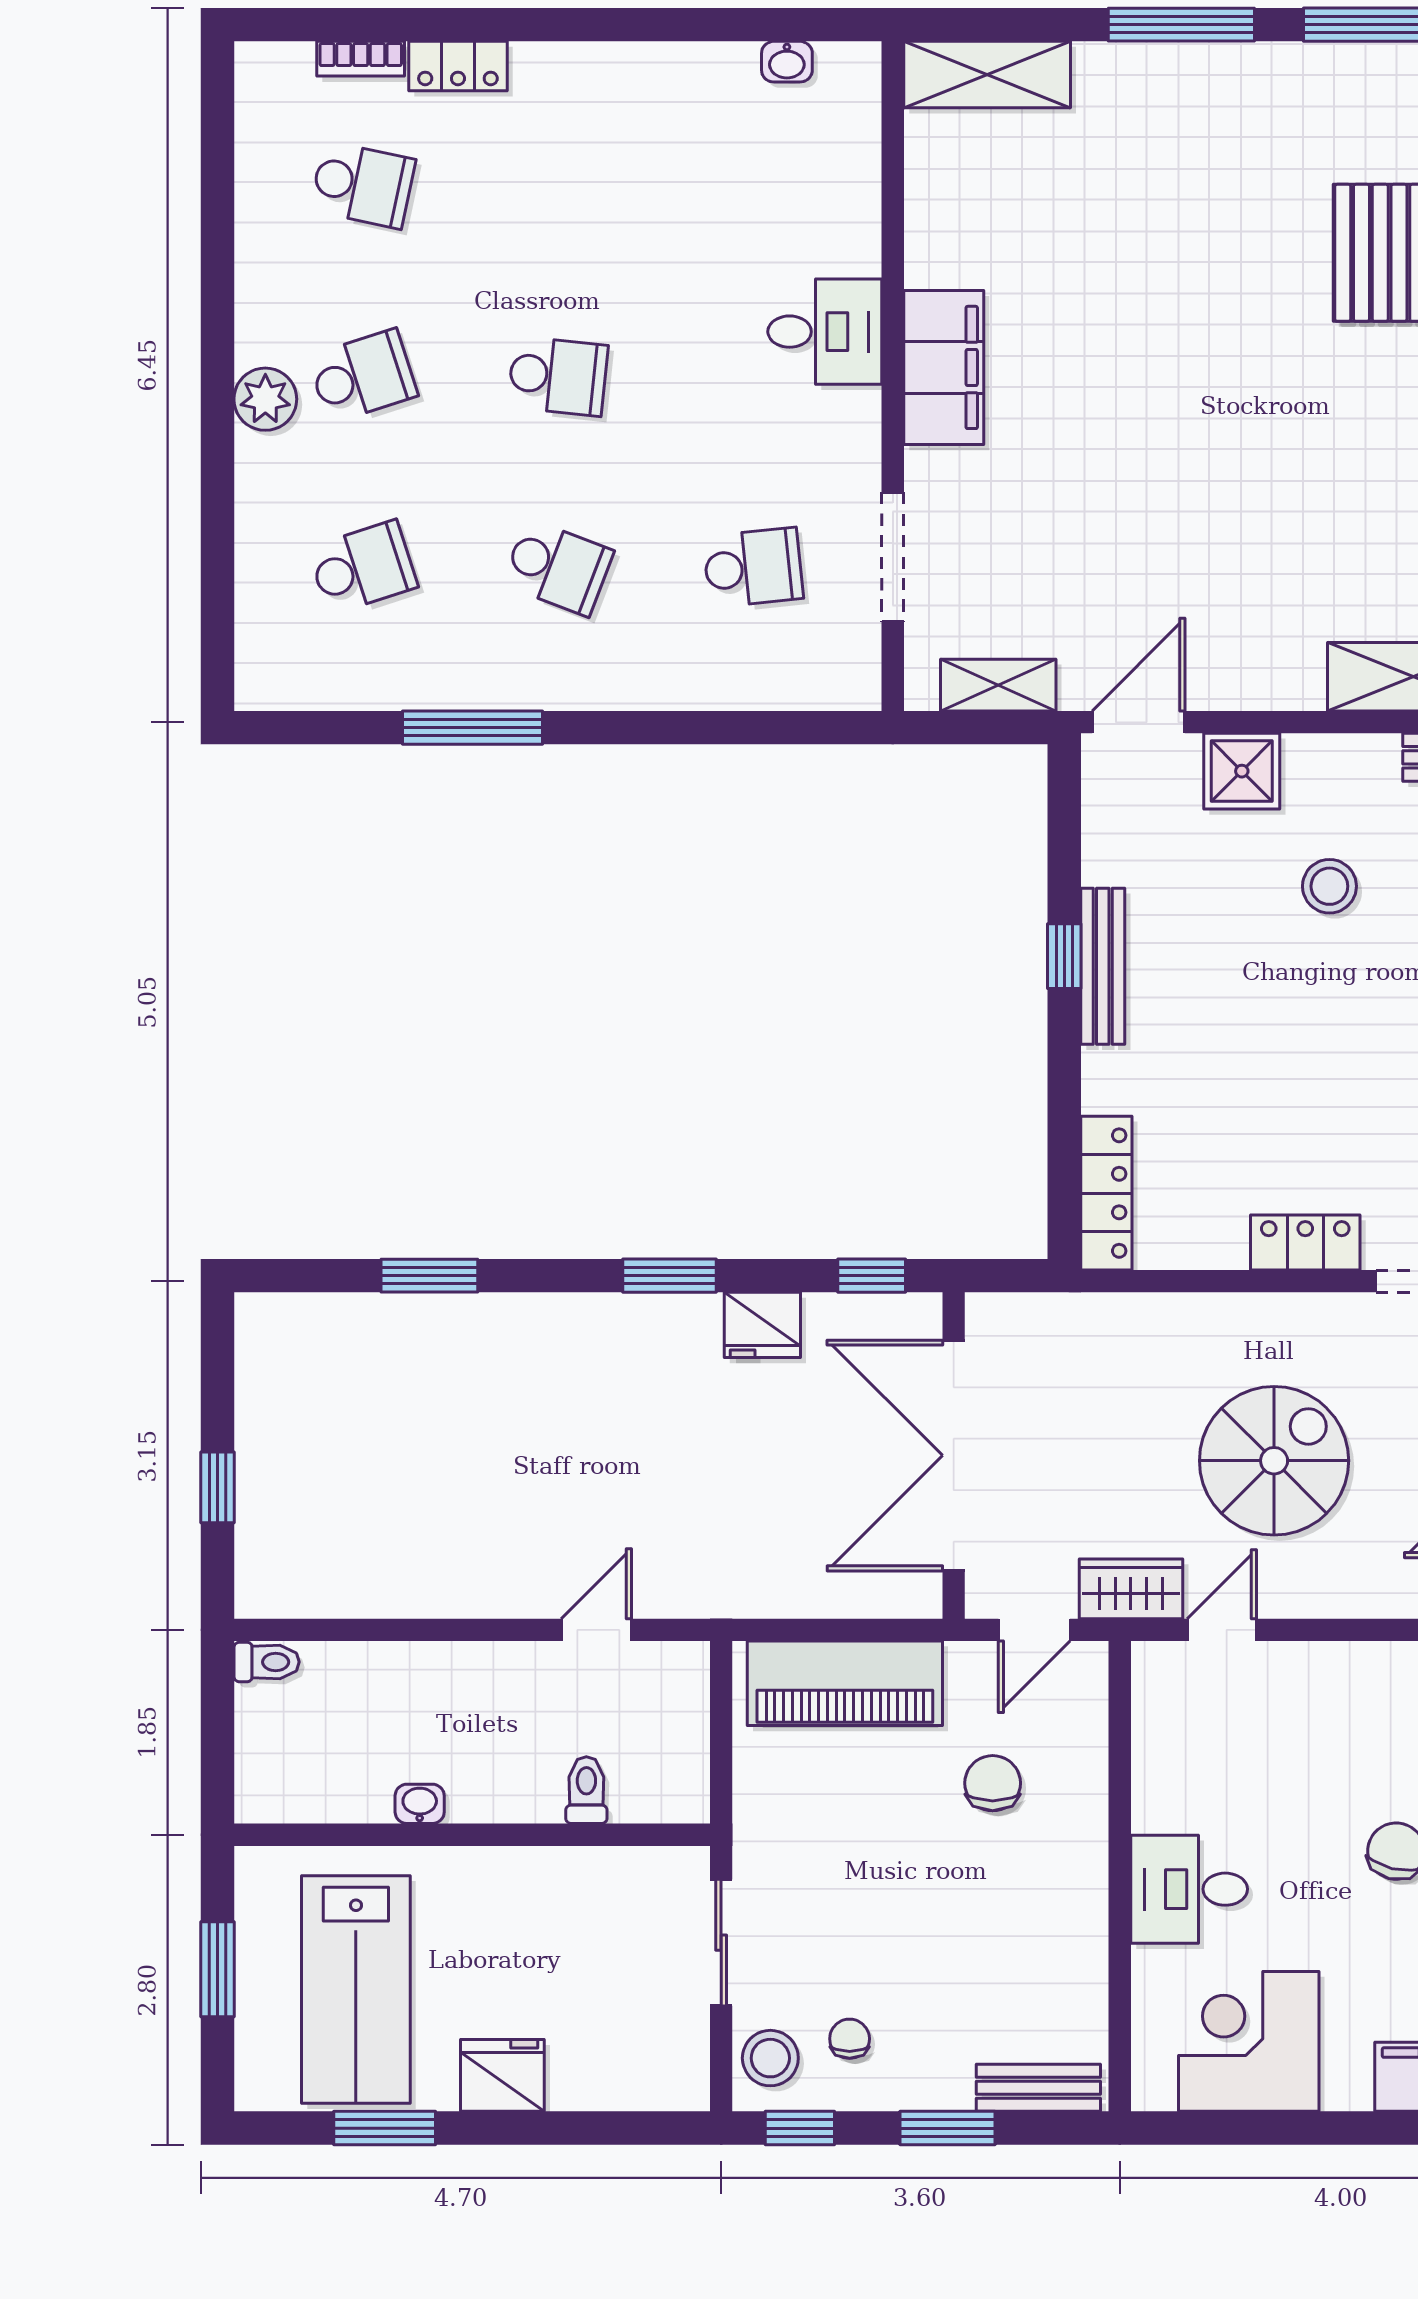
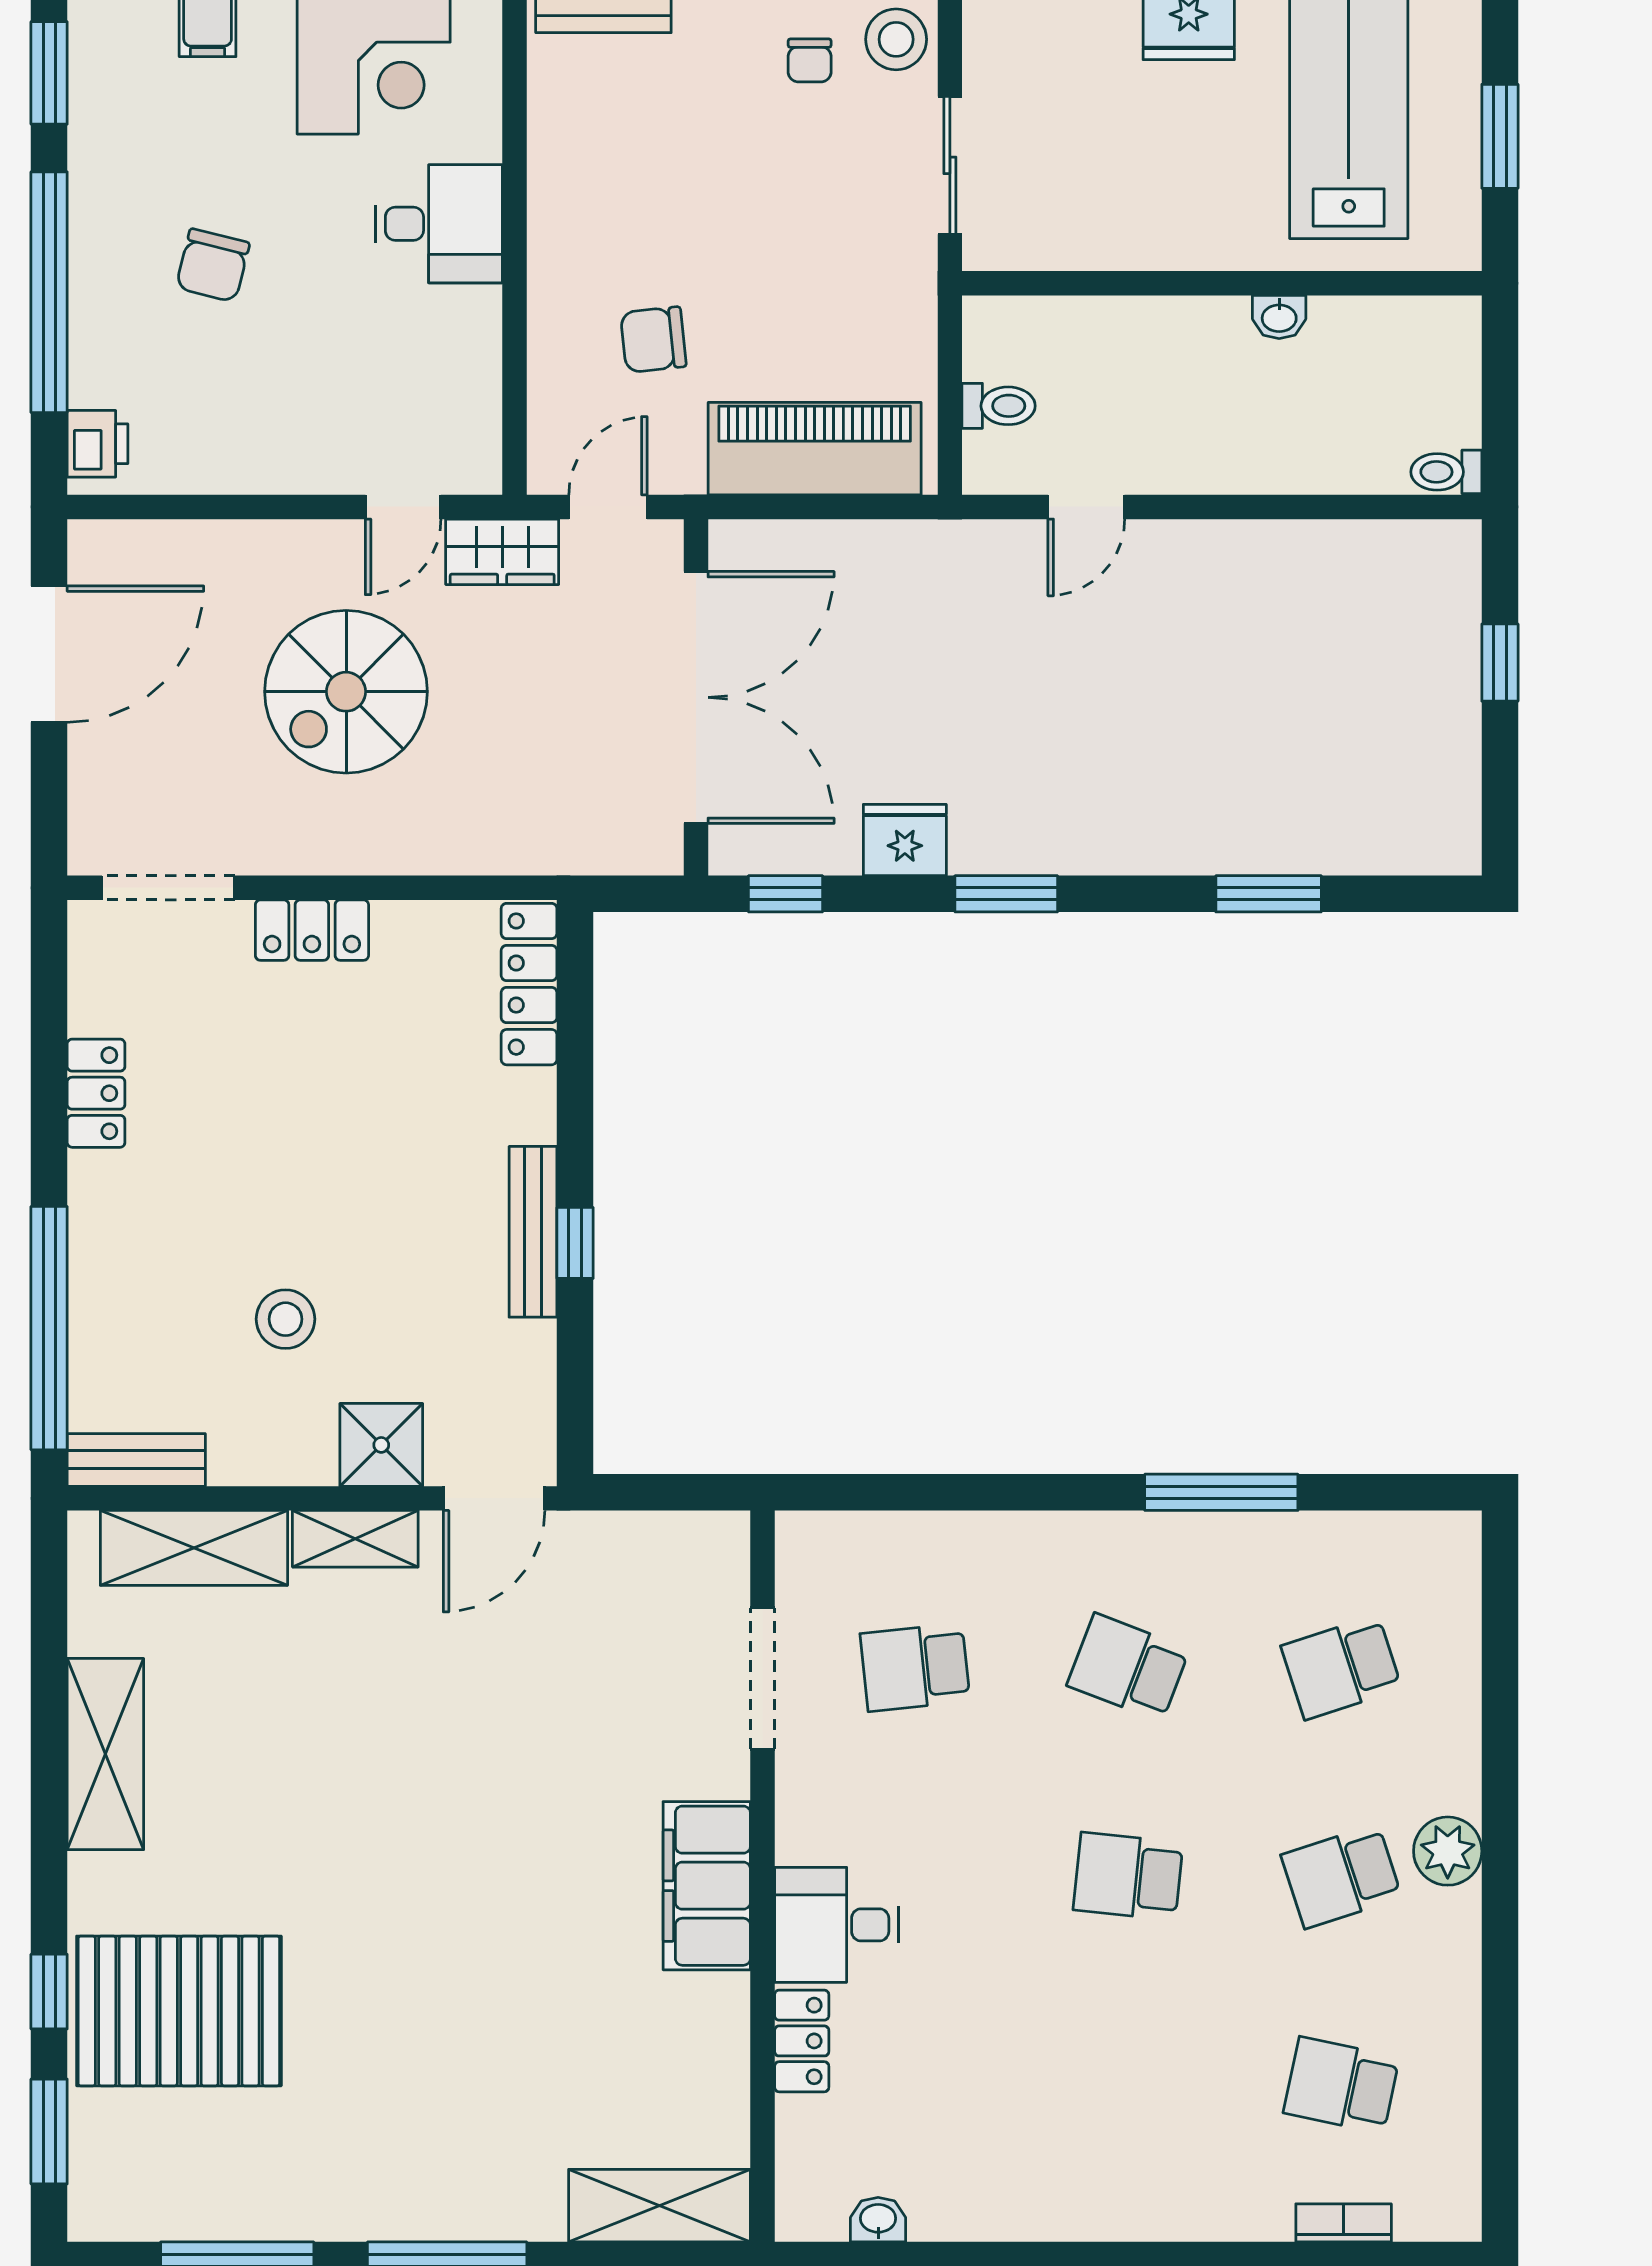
locker: (458, 66) -> (802, 2041), moved, turned 90
shelving: (998, 685) -> (355, 1539), moved
chair: (993, 1783) -> (653, 340), turned 84
toilet: (586, 1790) -> (999, 406), moved, turned -90

